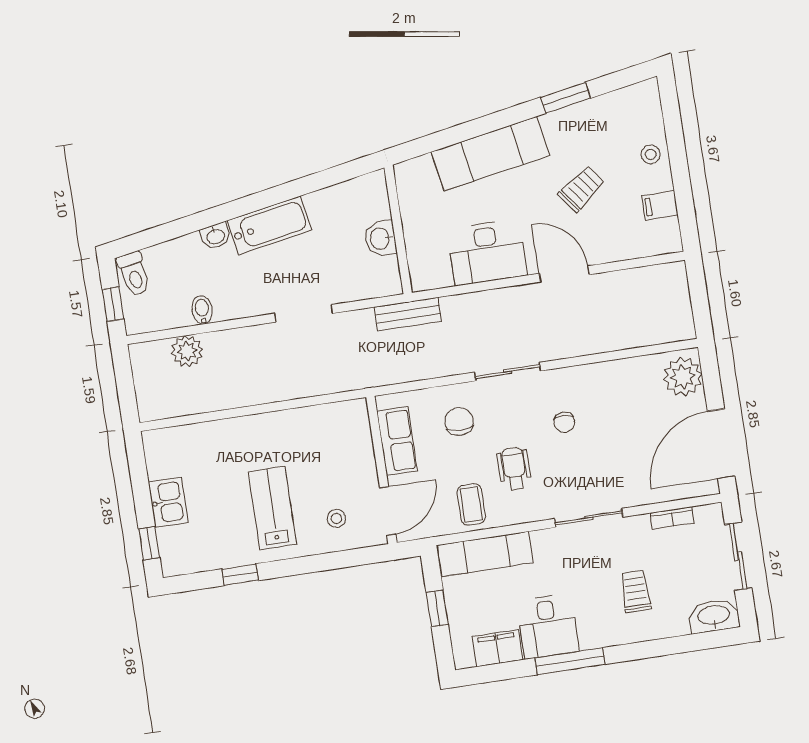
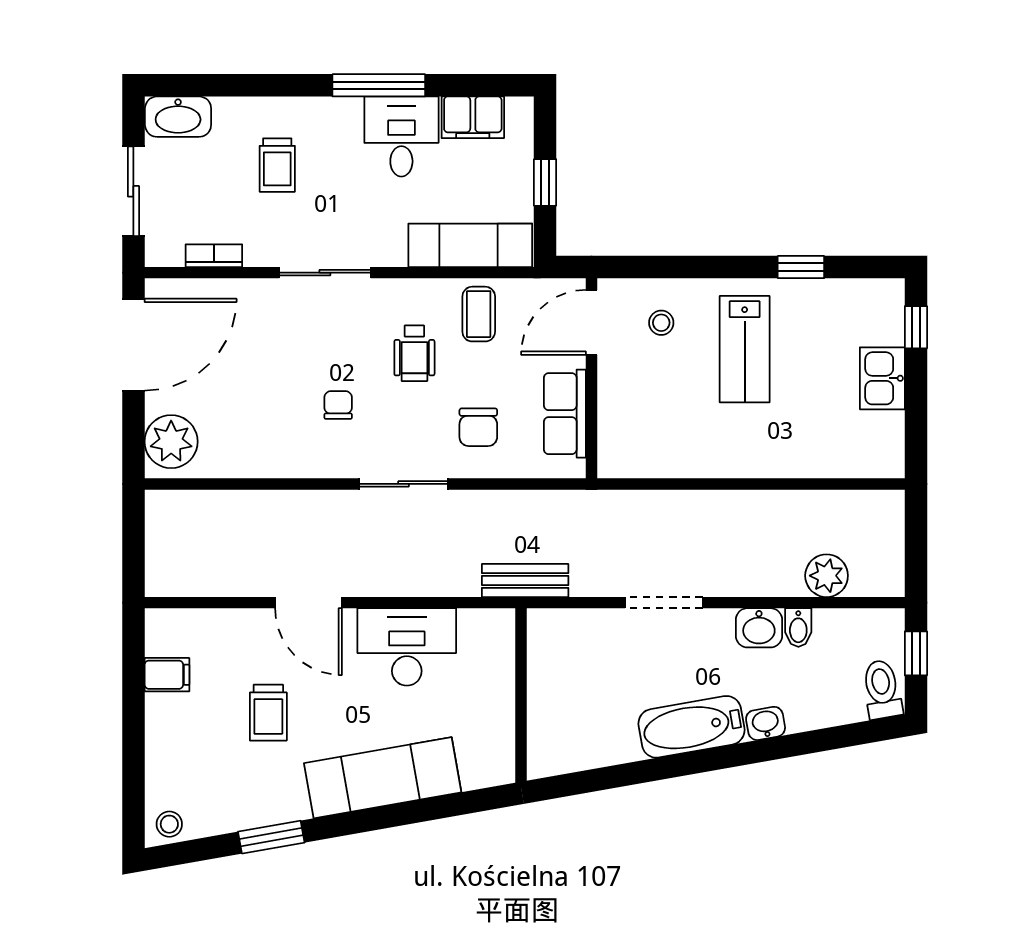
stool: (651, 154) -> (169, 824), moved
trolley: (581, 189) -> (268, 713), turned -53
washbasin: (380, 239) -> (759, 628), moved, turned 90

